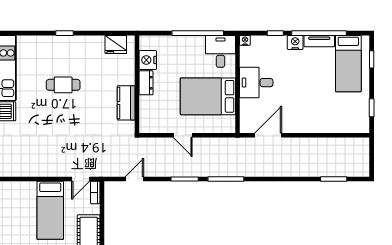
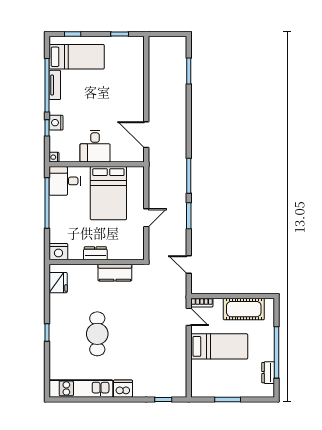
nightstand: (295, 42) -> (56, 123), moved
nightstand: (148, 60) -> (58, 252), moved
cafe table: (63, 85) -> (97, 334), width x1.37, depth x1.35

